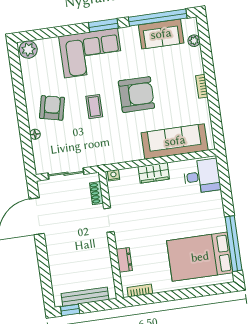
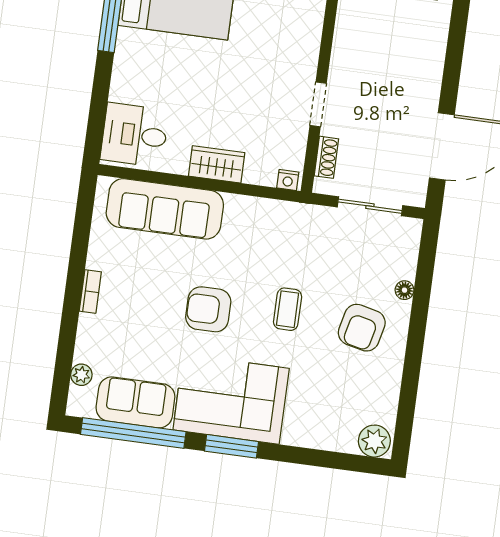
corner sofa: (91, 53) -> (231, 399), moved
armchair: (136, 95) -> (208, 309), width x0.73, depth x0.73
dresser: (124, 260) -> (311, 27), removed

